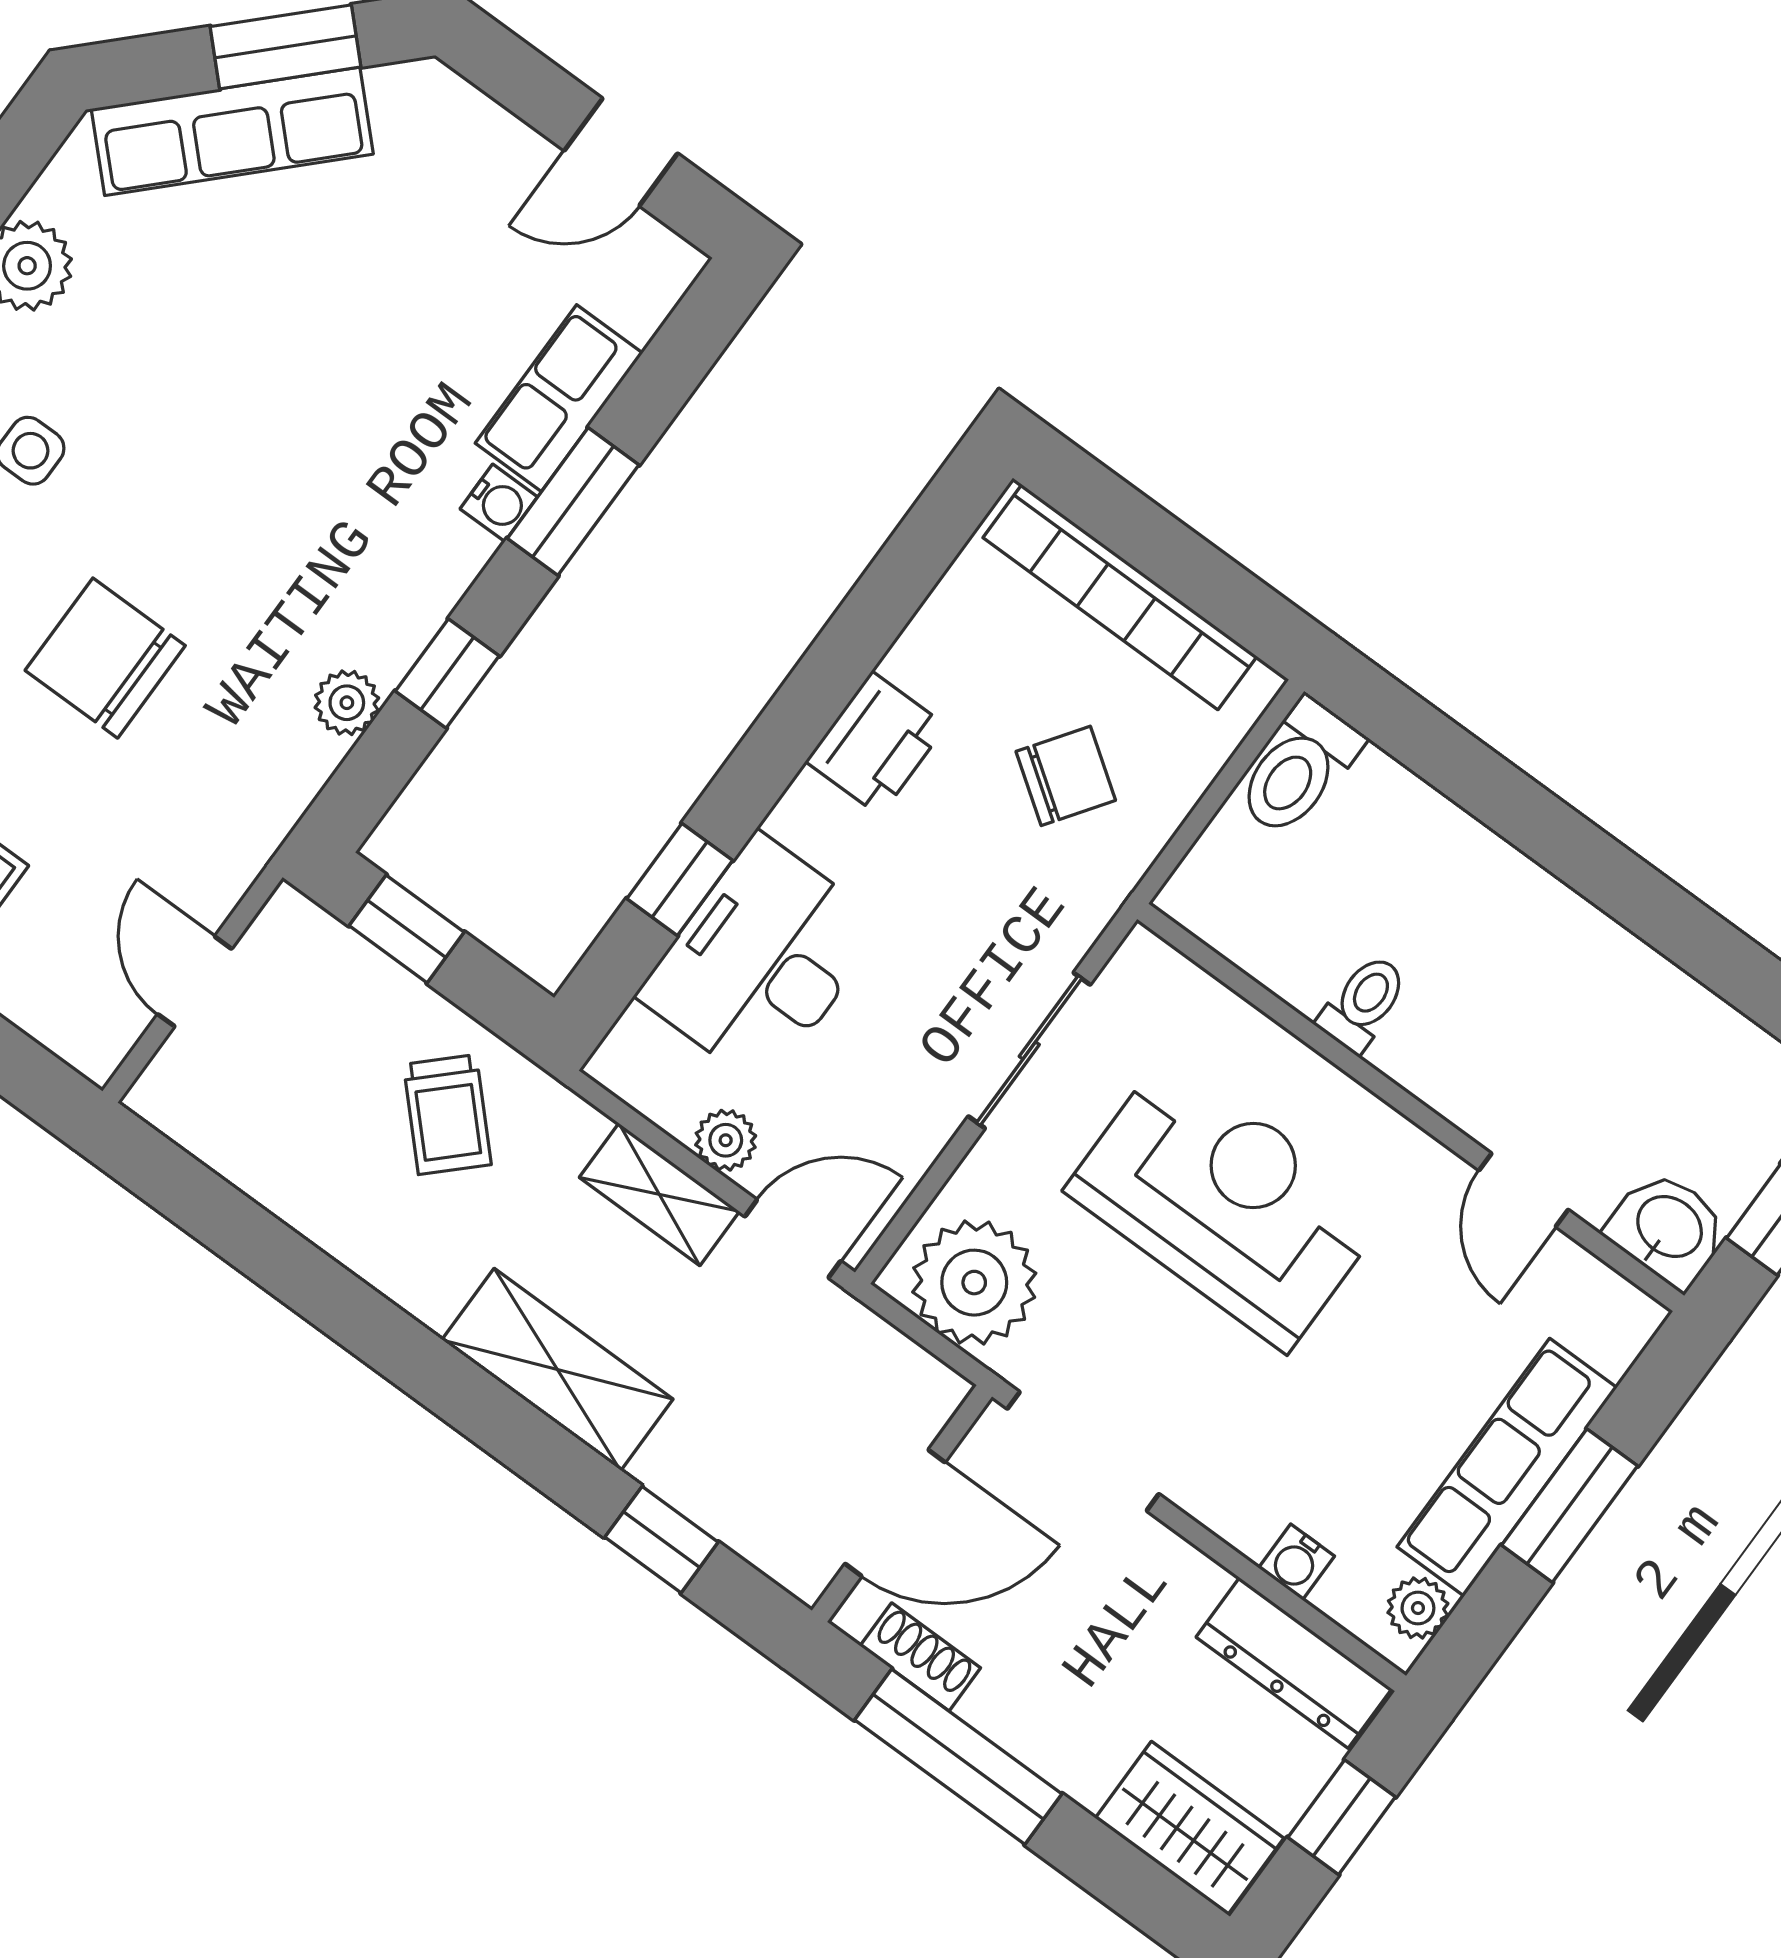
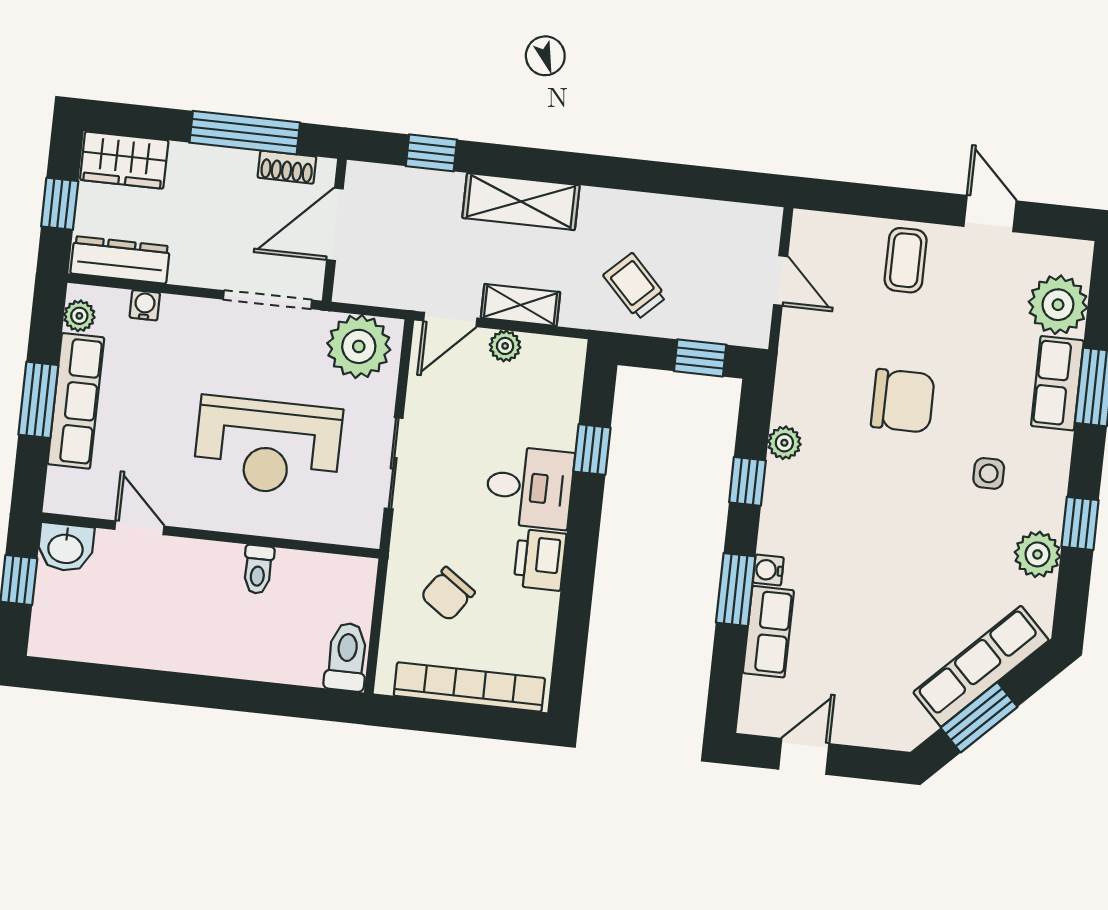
desk: (761, 961) -> (530, 487), moved, width x0.73

